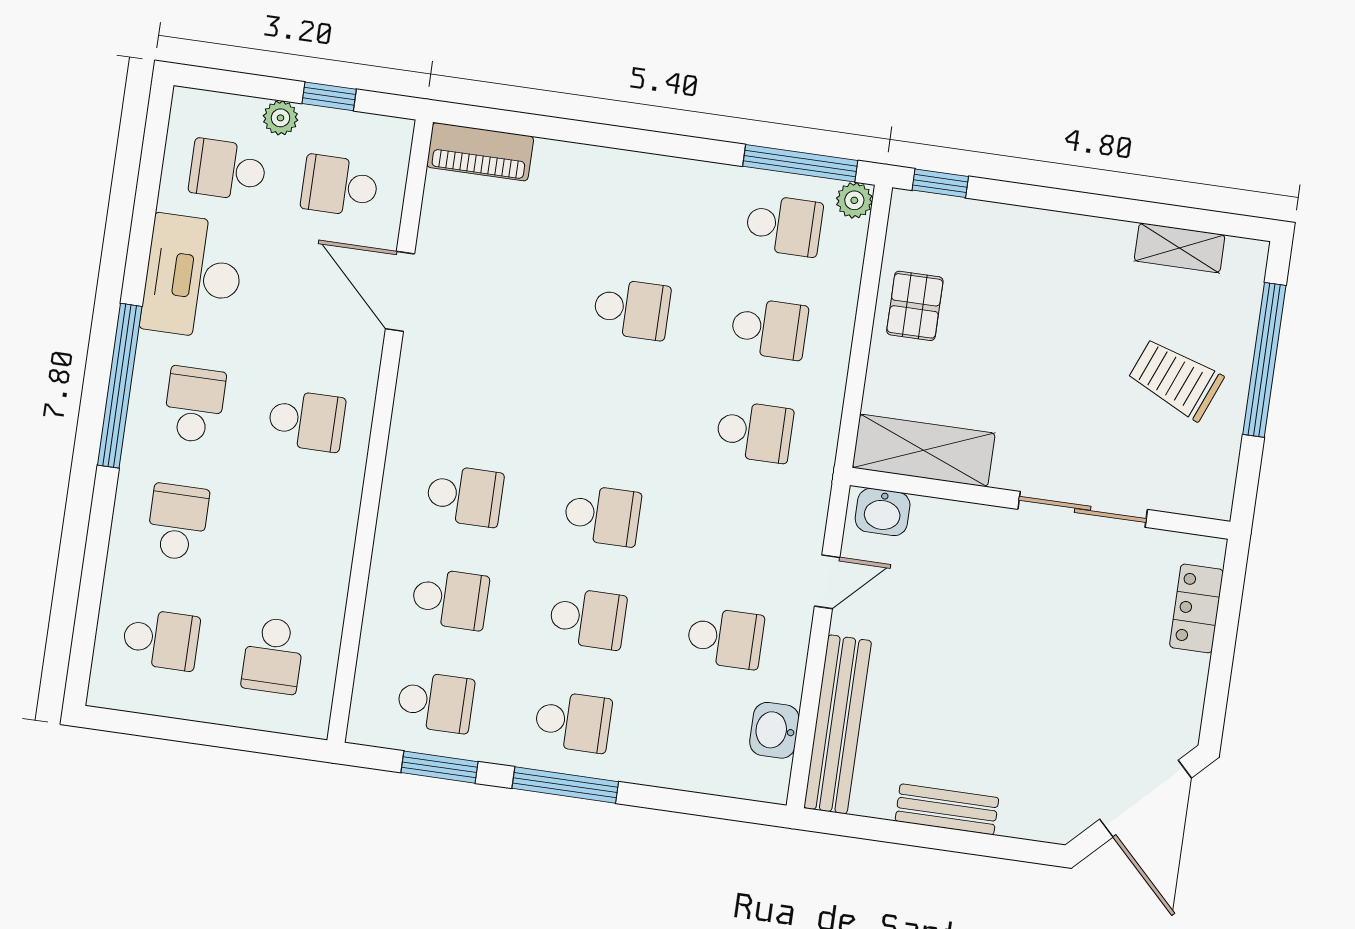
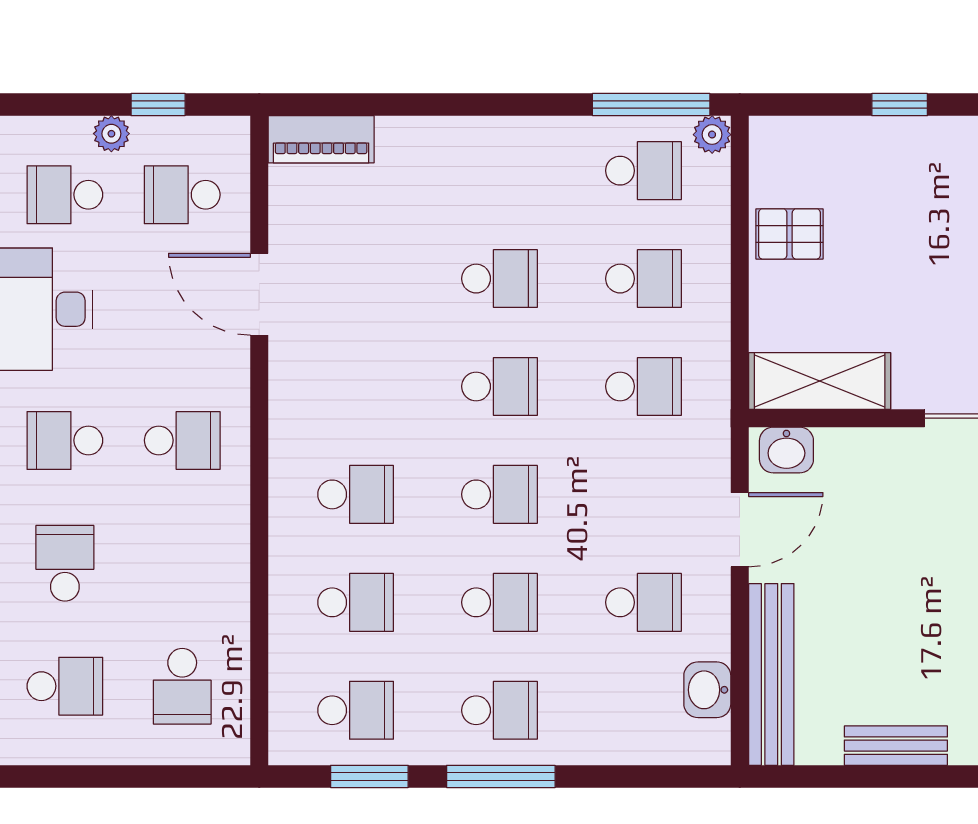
window: (940, 183) -> (900, 105), moved
pallet: (915, 306) -> (790, 234), turned 90
school desk: (194, 405) -> (65, 440), turned -90
school desk: (617, 412) -> (500, 386), added
door: (827, 582) -> (740, 530), width x1.38

